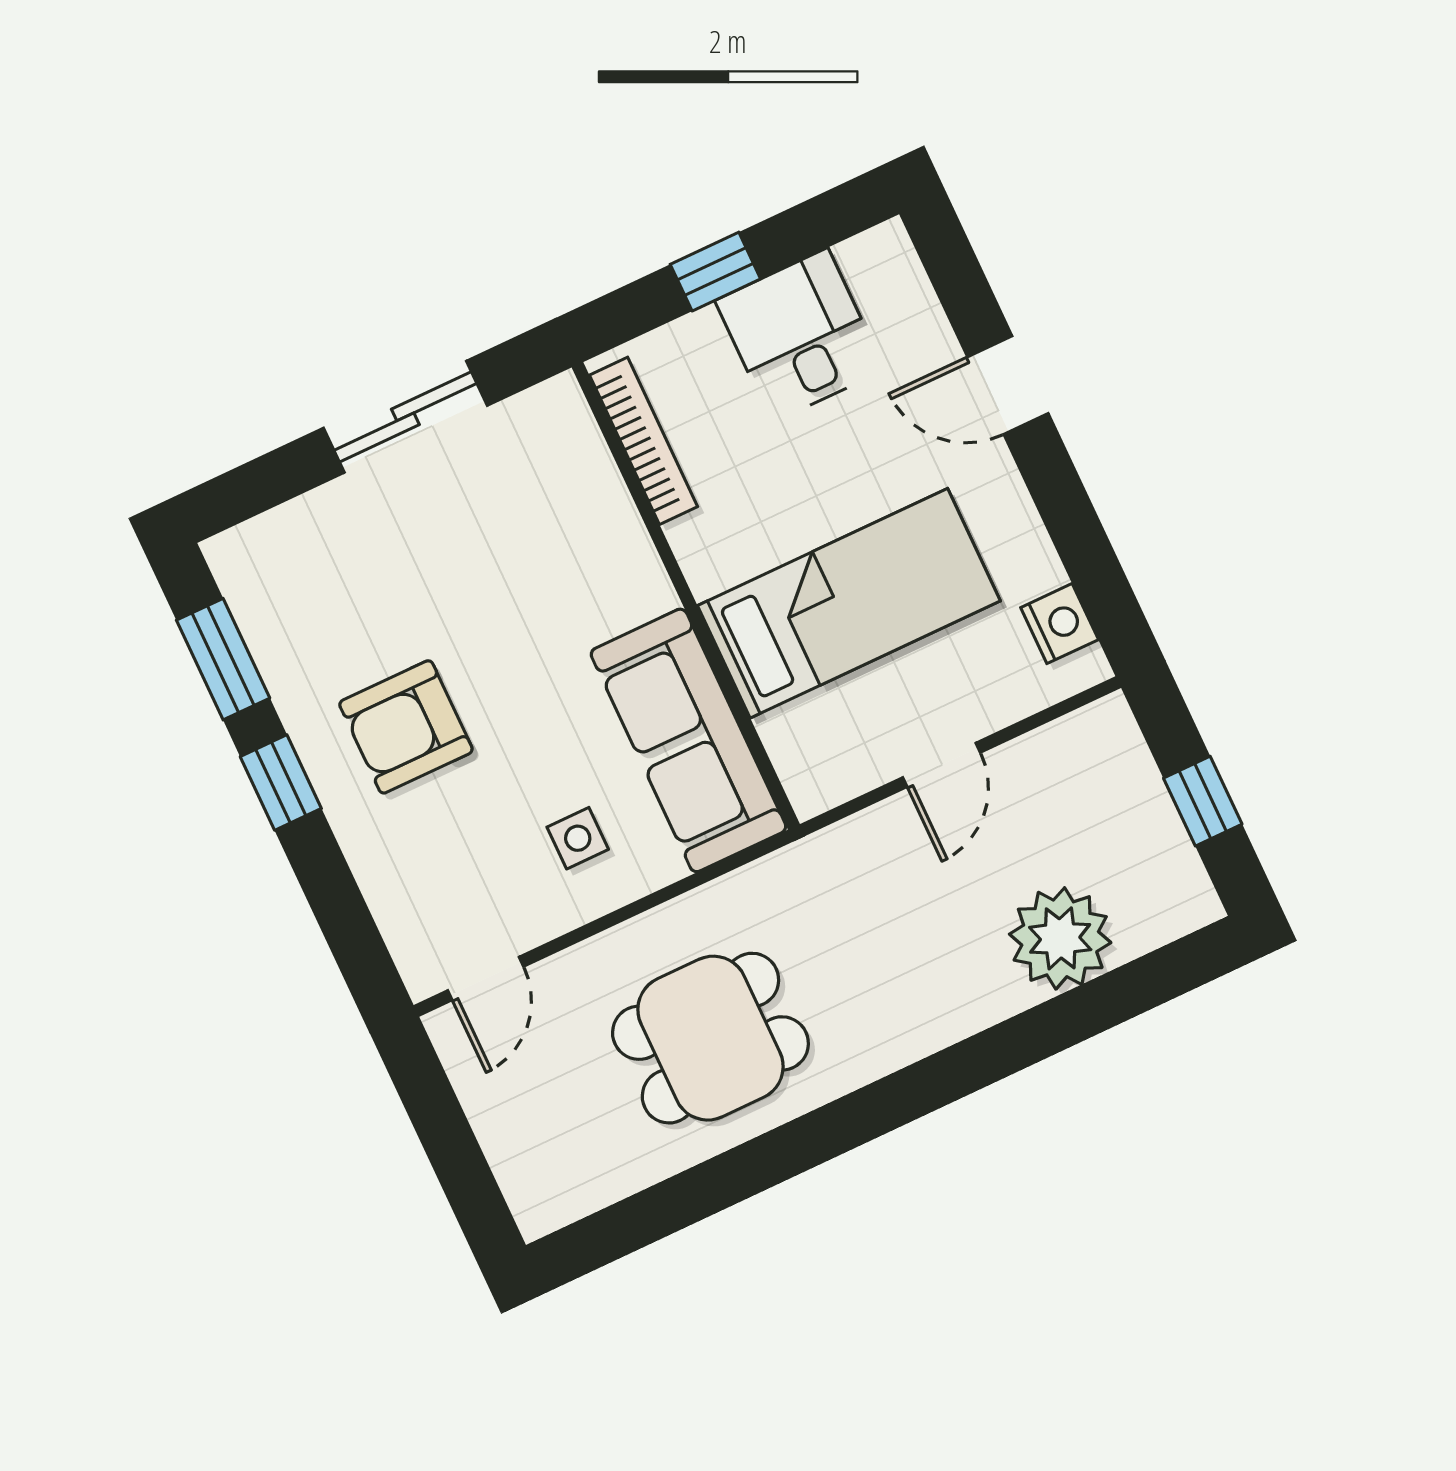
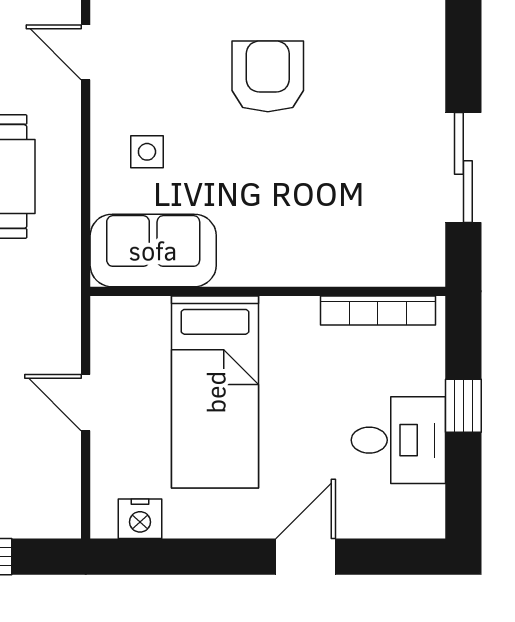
sofa: (688, 740) -> (153, 250), width x0.73

